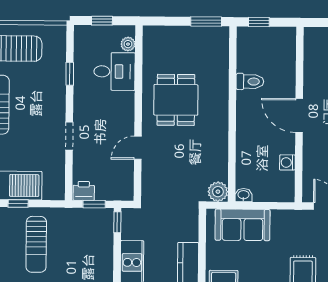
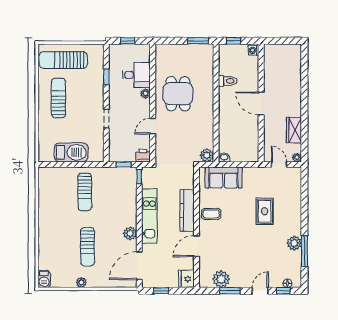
plant: (128, 44) -> (145, 93), moved
washing machine: (287, 162) -> (254, 50), moved
printer: (84, 191) -> (143, 156), moved
window: (18, 204) -> (72, 165), removed

